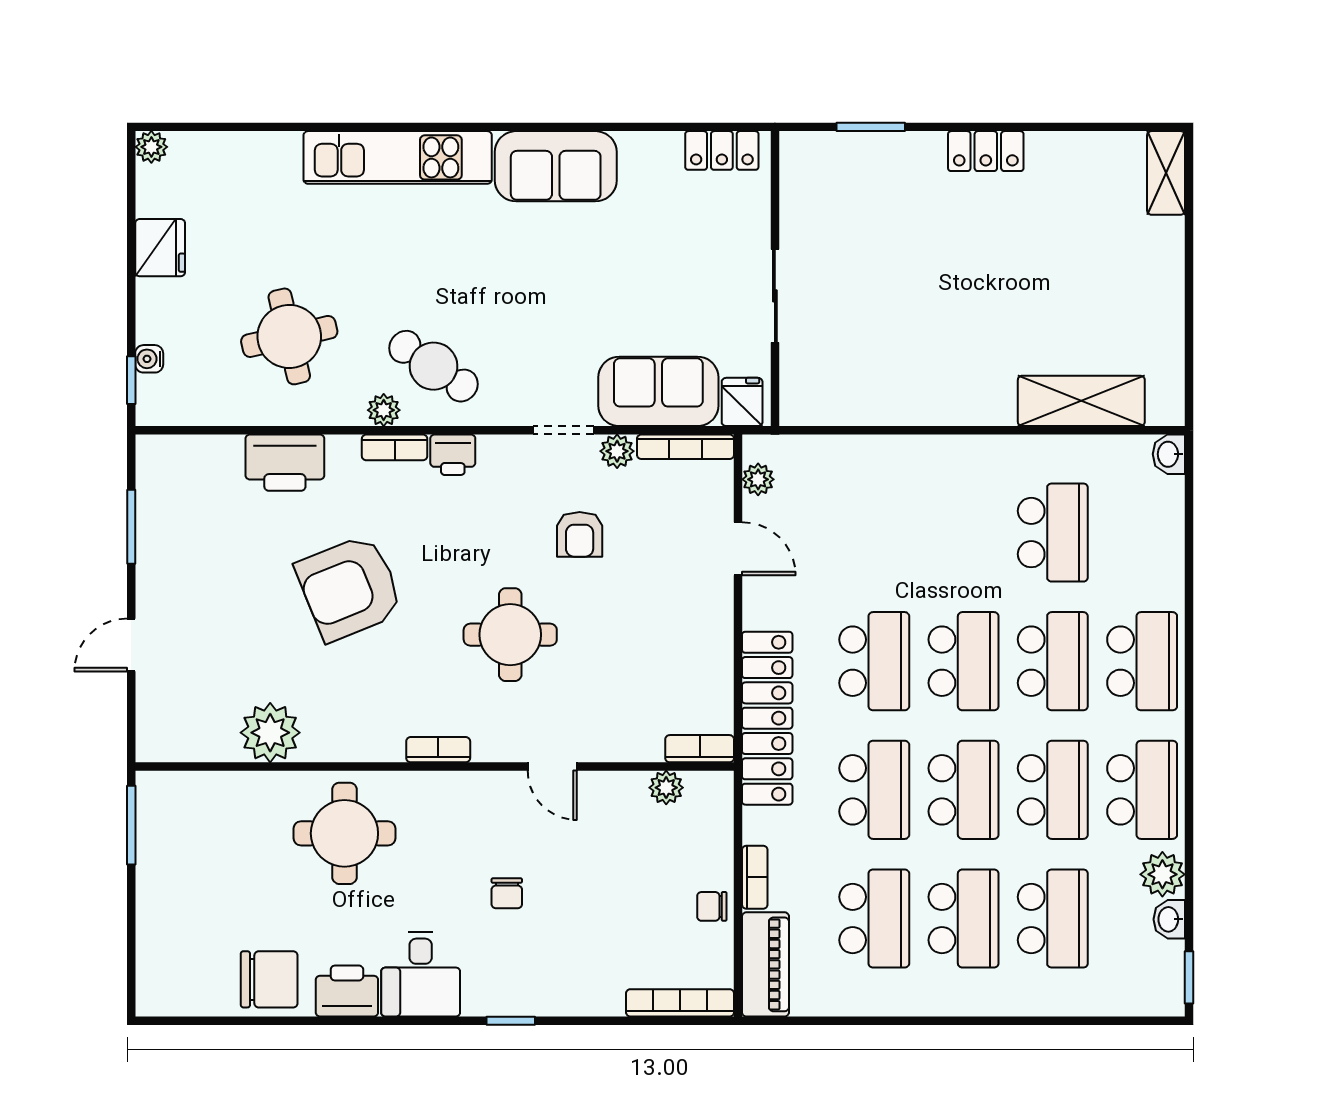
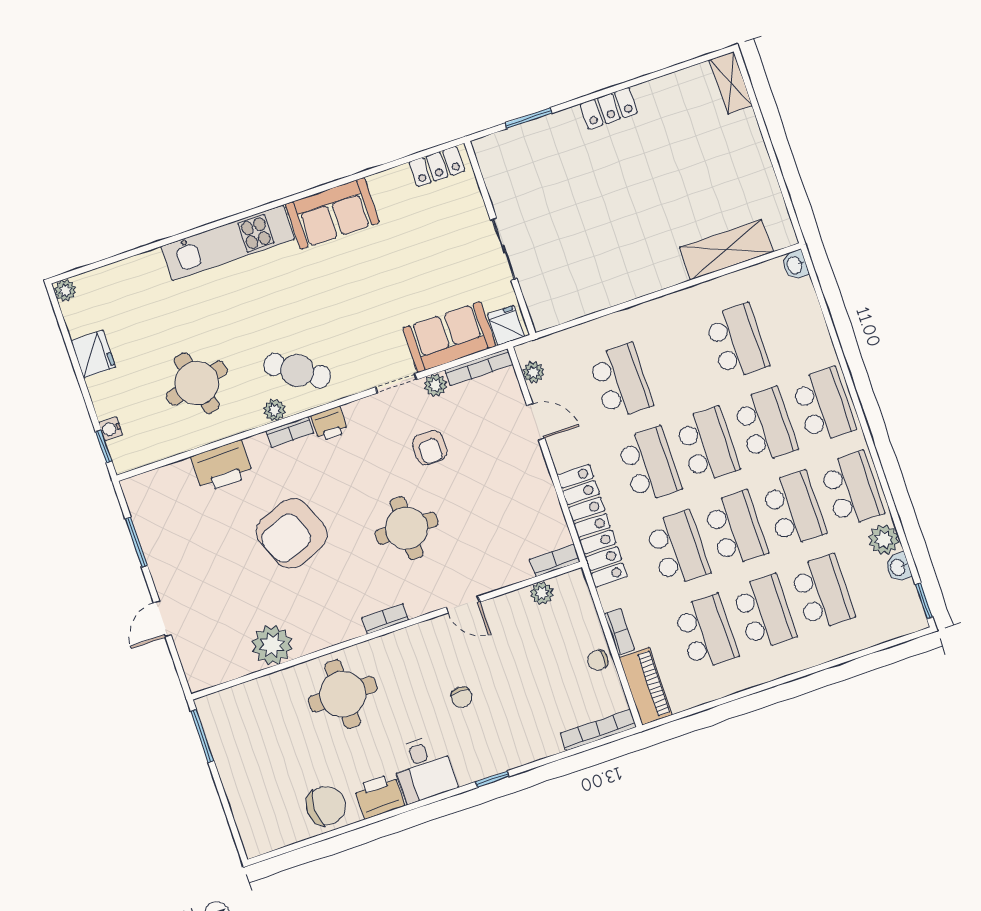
school desk: (874, 533) -> (621, 381), added

